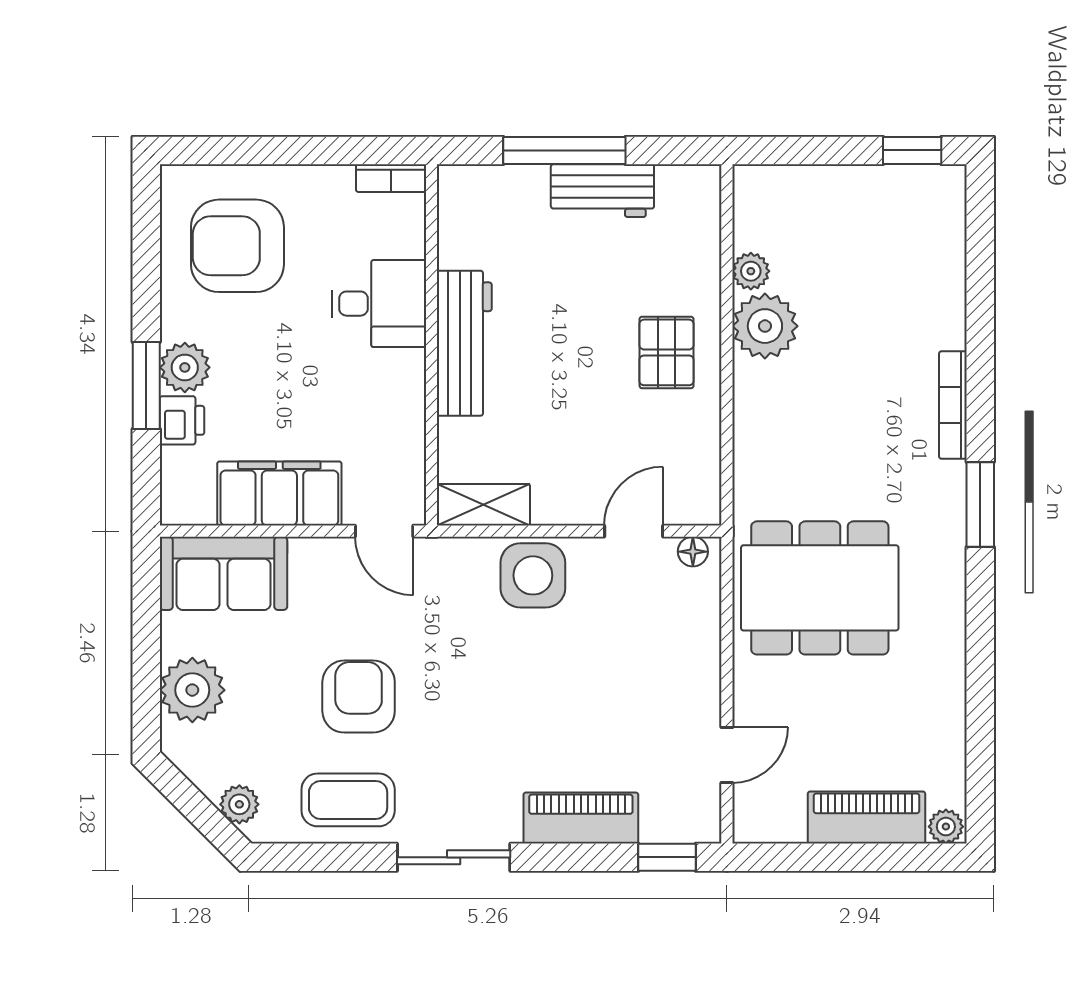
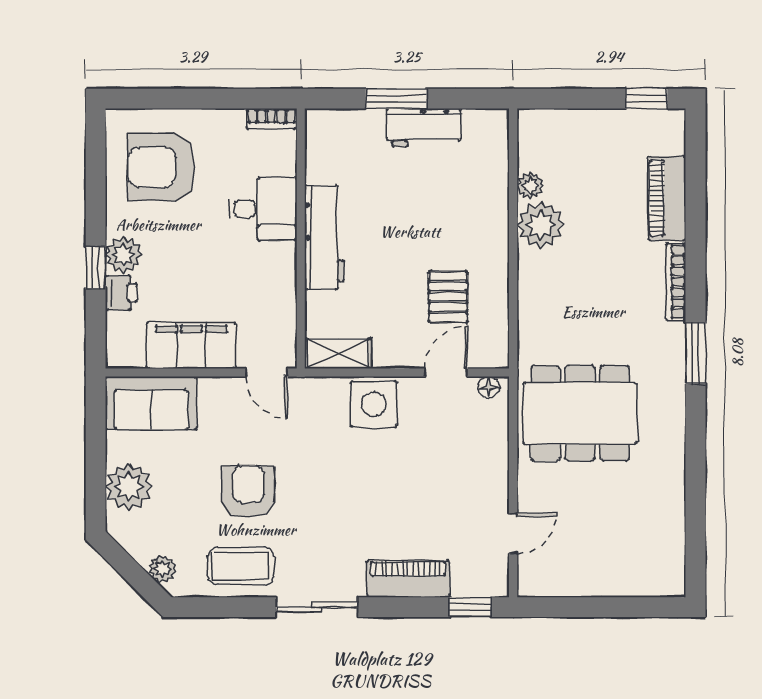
window: (564, 150) -> (396, 99), width x0.69
pallet: (667, 352) -> (448, 297), moved
window: (146, 385) -> (96, 268), width x0.67
piano: (867, 817) -> (667, 198), moved, turned -90
plant: (946, 827) -> (671, 585), removed

